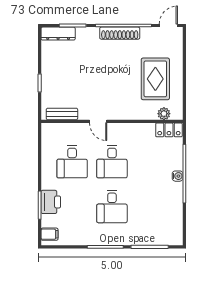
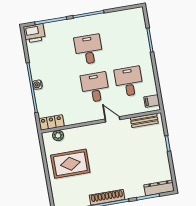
rug: (155, 79) -> (70, 164), turned 90
printer: (51, 202) -> (34, 33), moved, turned -90
filing cabinet: (49, 234) -> (152, 101), moved

